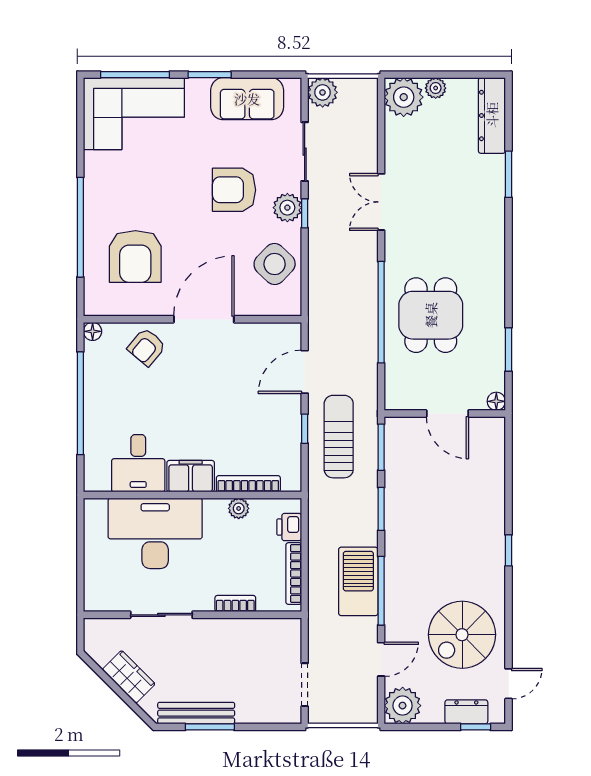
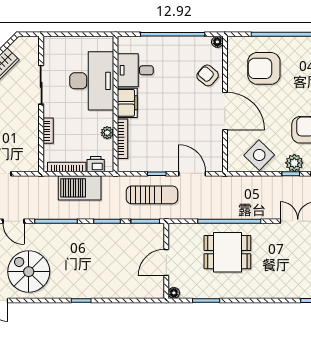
barbecue: (358, 581) -> (80, 188), moved, turned 180

